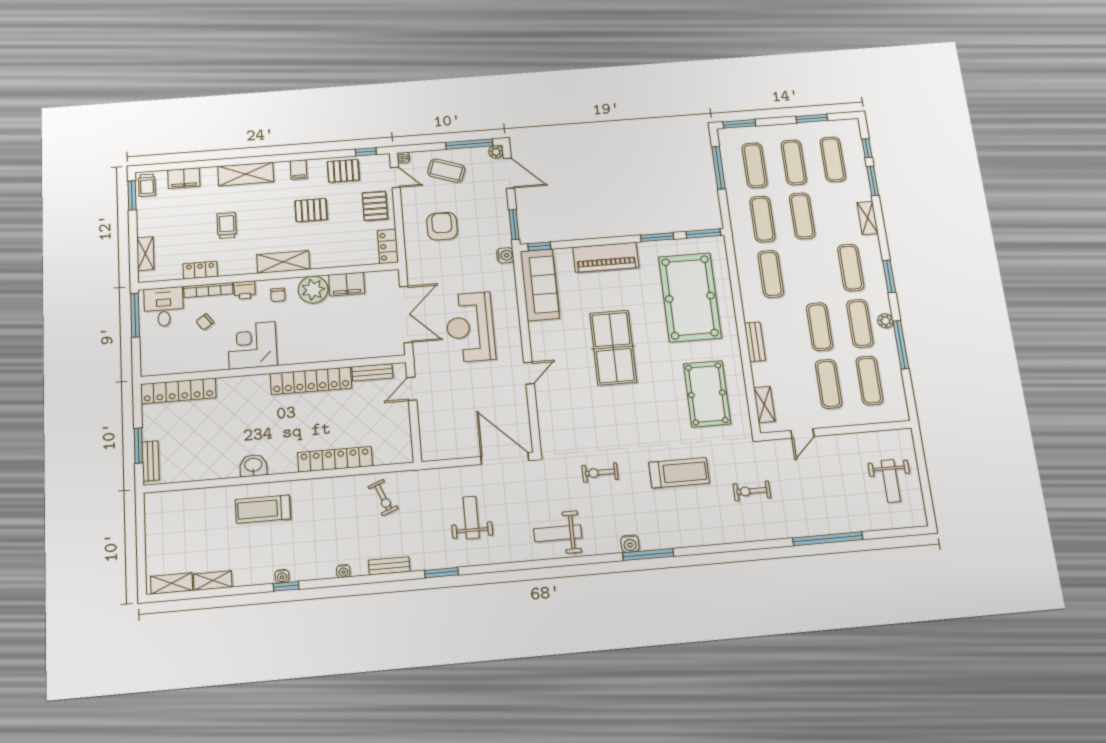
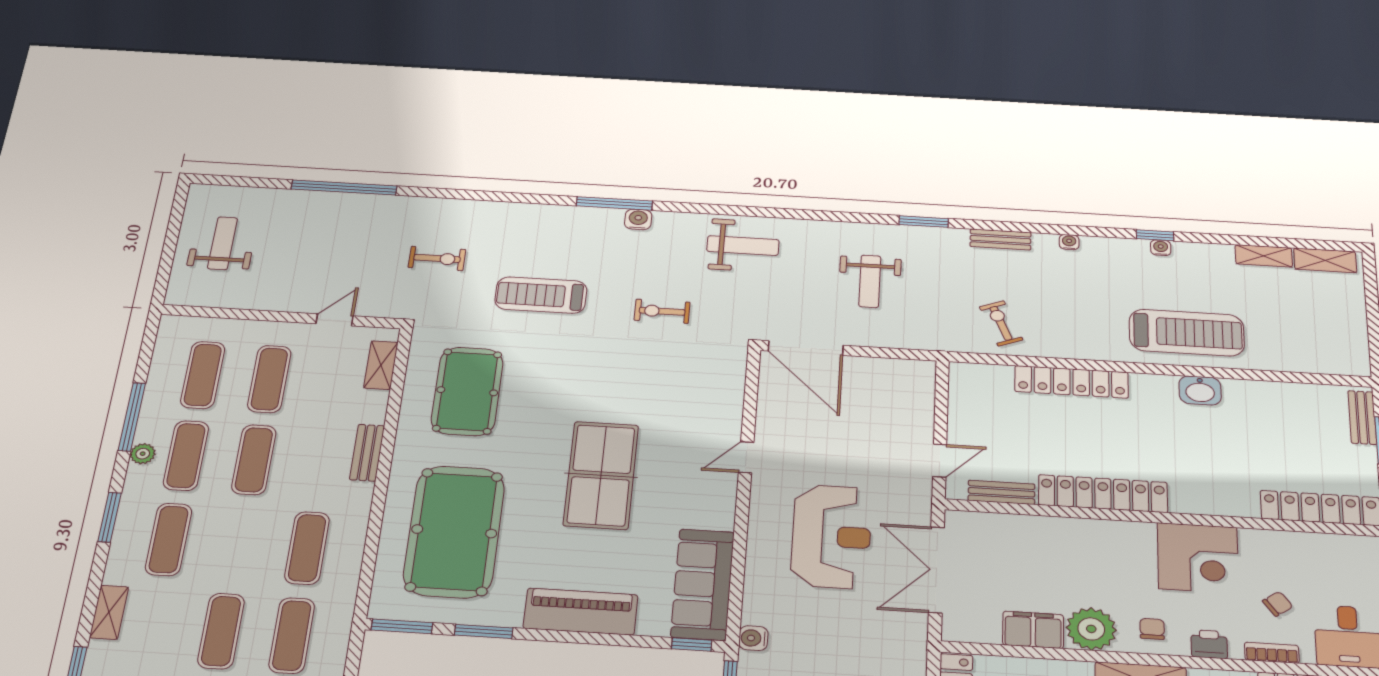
bookcase: (208, 290) -> (1272, 653), width x0.64
exercise bike: (600, 472) -> (662, 311), turned 180
treadmill: (263, 509) -> (1187, 333), width x1.37, depth x1.38

